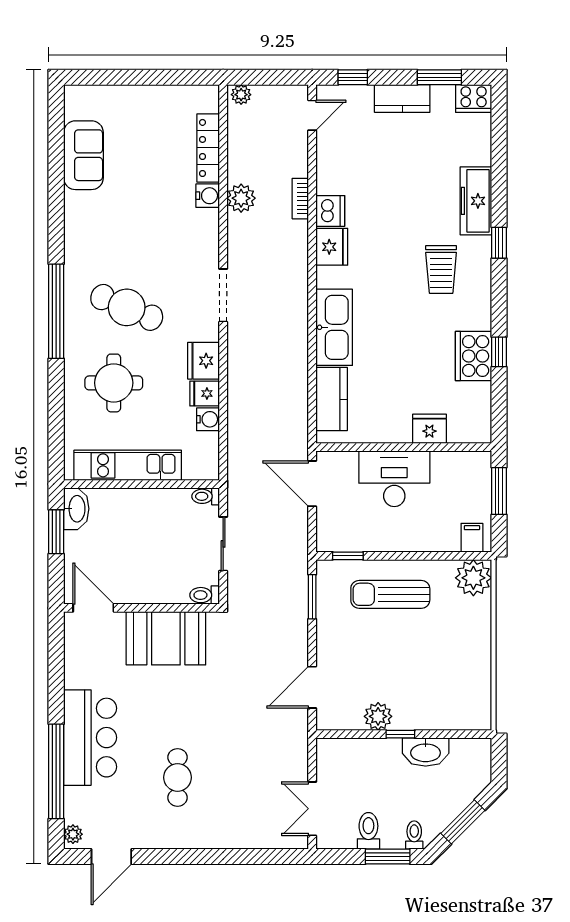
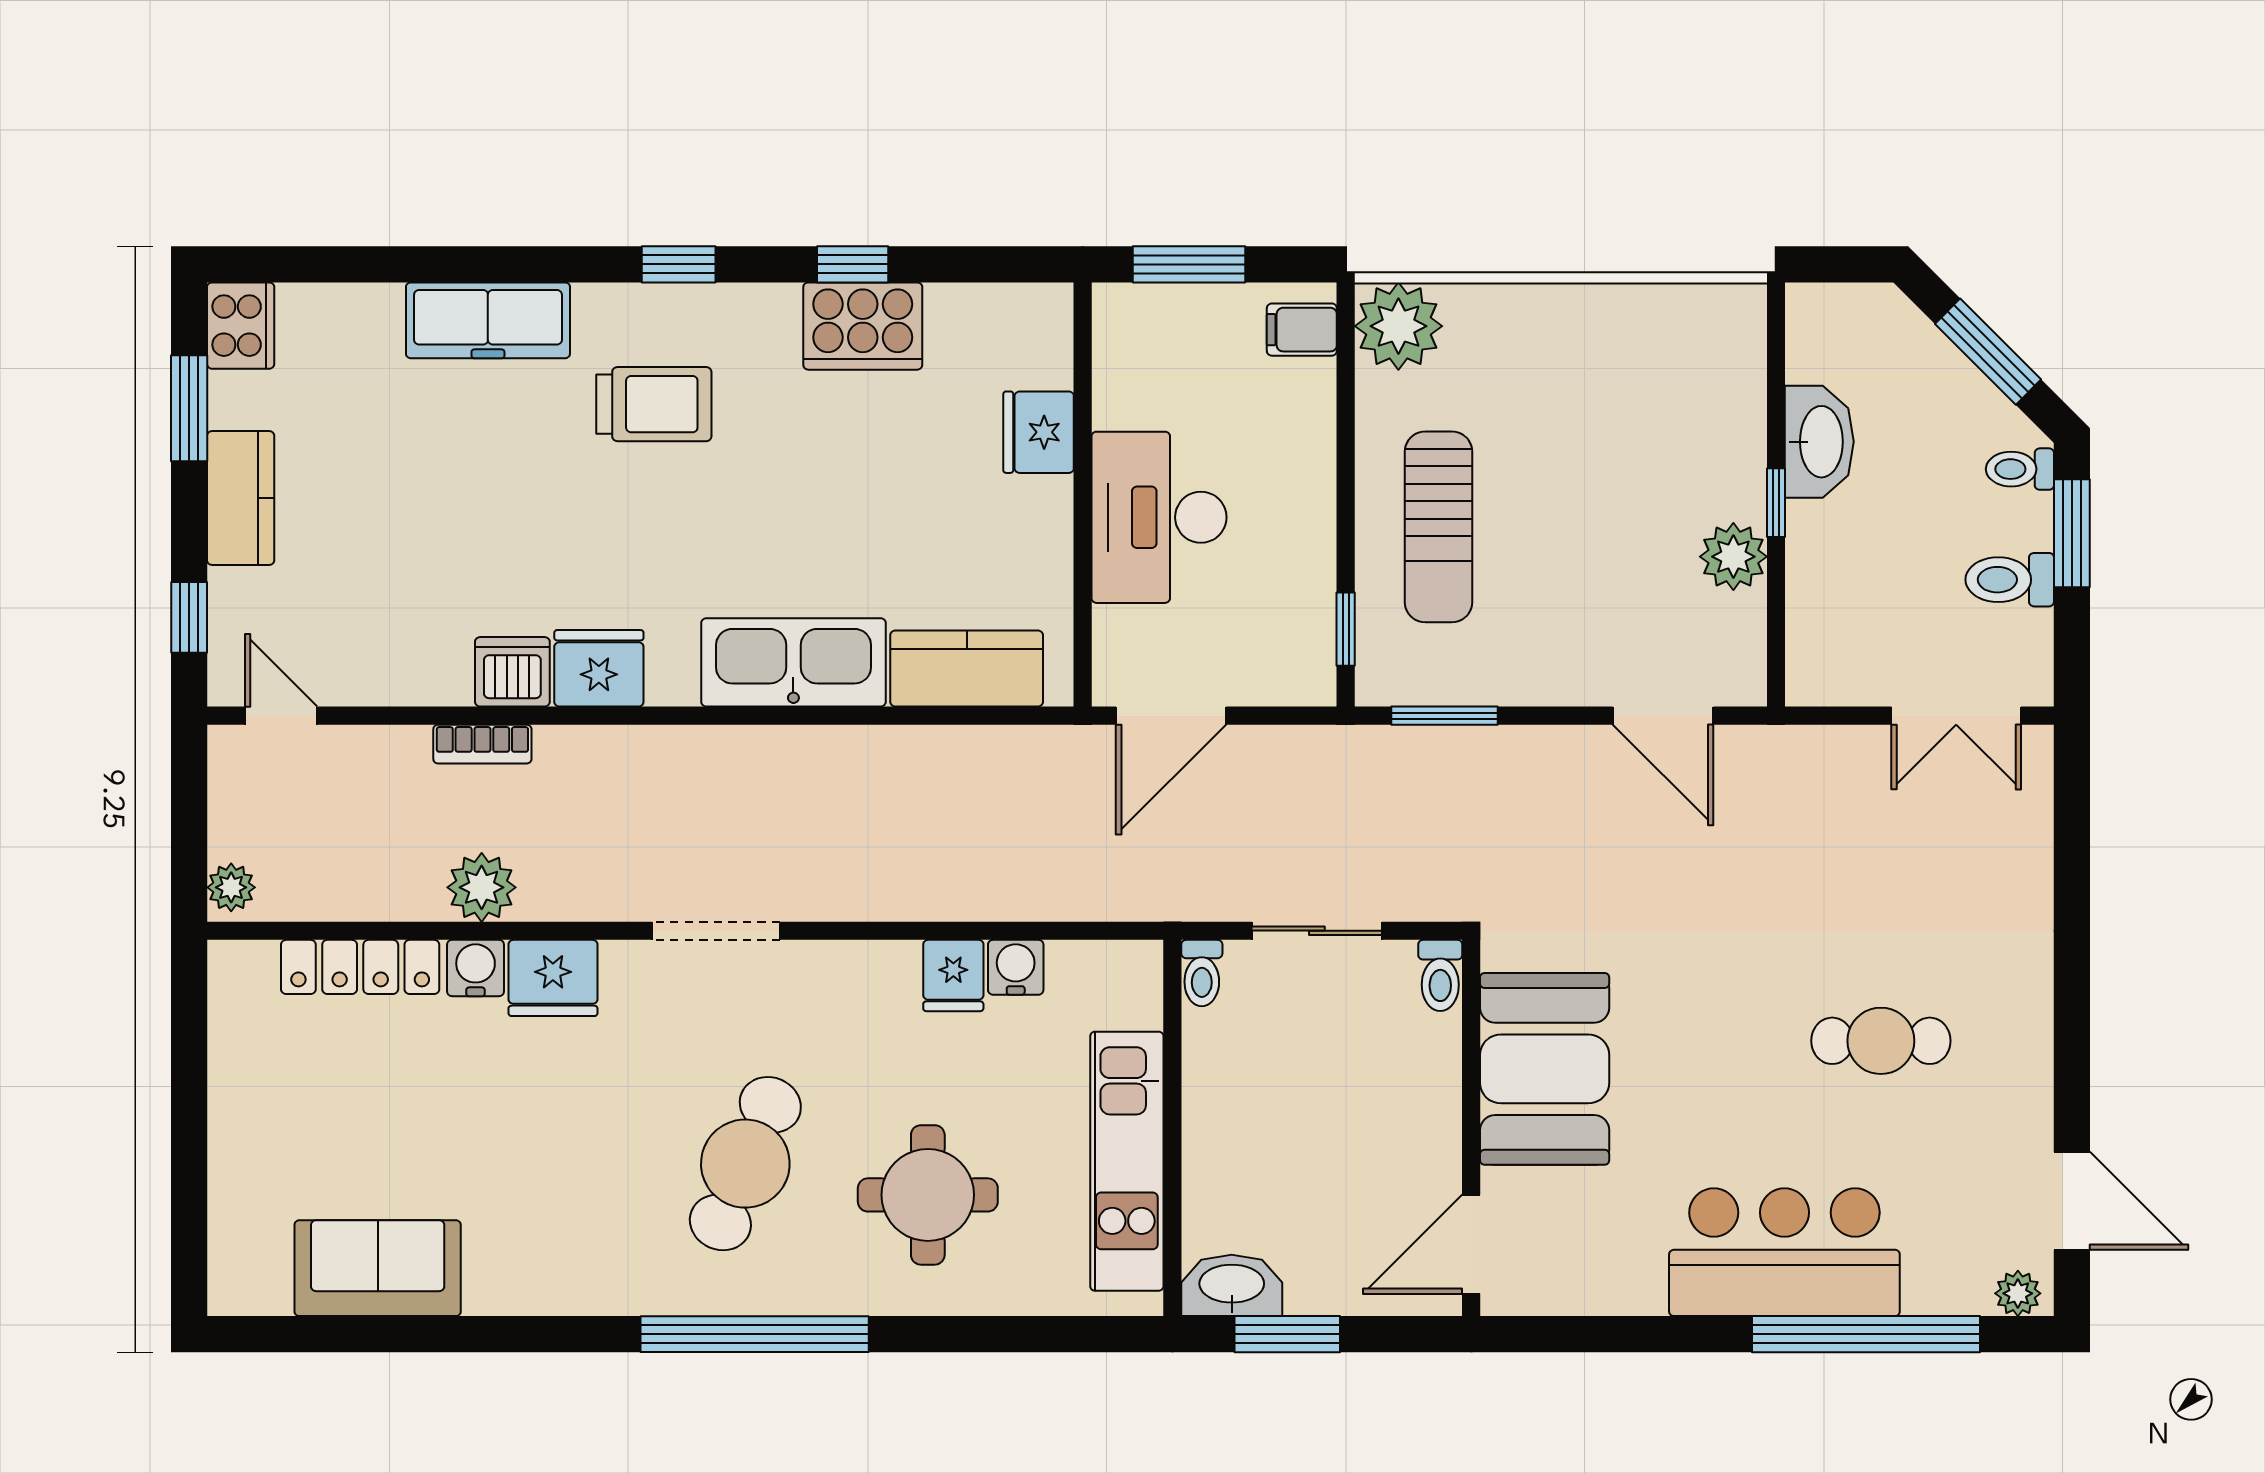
window: (499, 243) -> (679, 264), moved
fridge: (204, 361) -> (553, 978), moved

